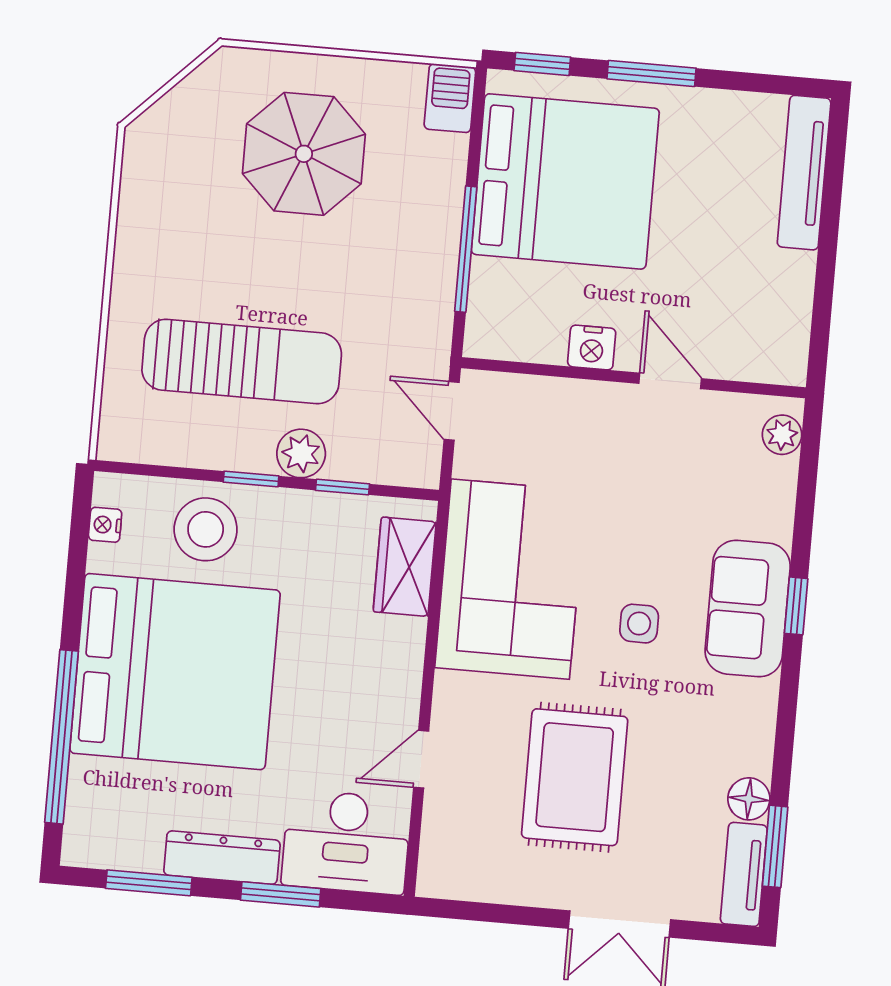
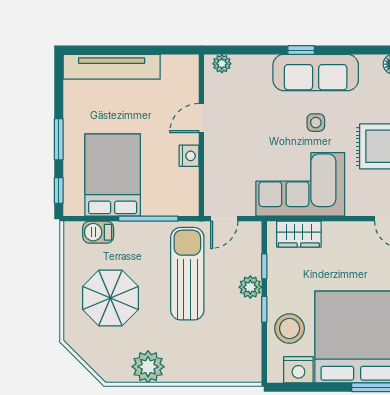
barbecue: (450, 98) -> (98, 232), moved
tv unit: (804, 173) -> (112, 67), width x1.36, depth x1.29
bed: (565, 181) -> (113, 175), width x0.73
plant: (151, 221) -> (148, 367), added
sun lounger: (242, 361) -> (187, 274), moved
nightstand: (105, 525) -> (298, 370), width x1.89, depth x1.79
sofa: (748, 609) -> (316, 73), width x1.36

